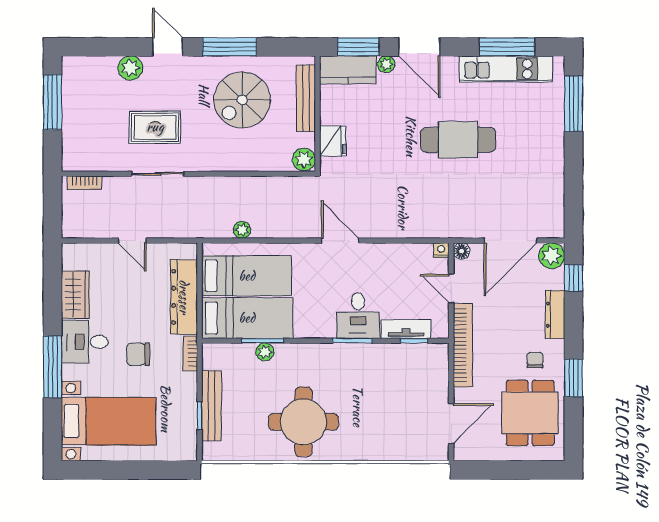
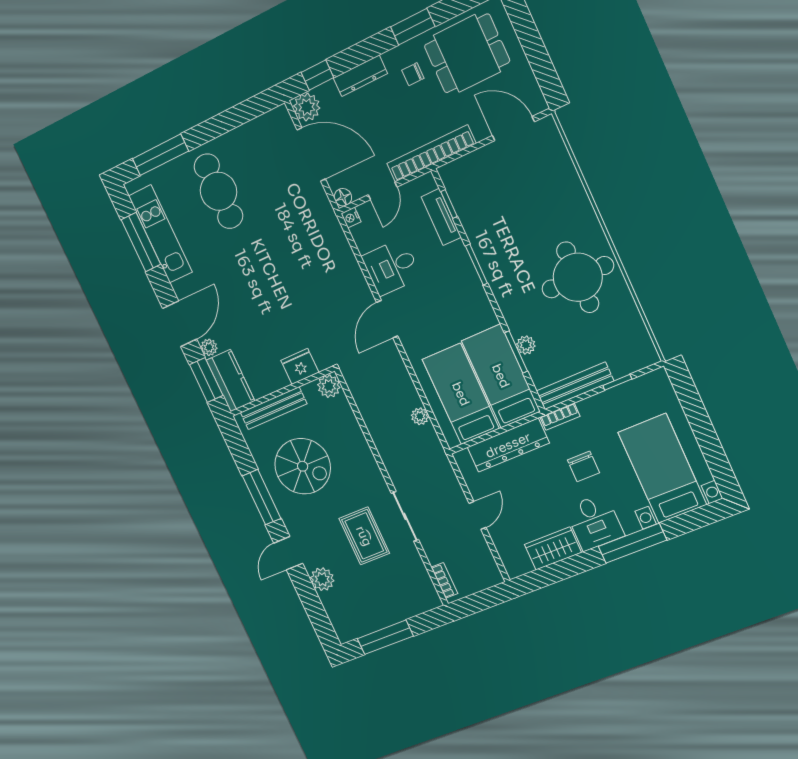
cafe table: (458, 140) -> (218, 191), moved
desk: (358, 316) -> (391, 267), moved, turned 180
bench: (212, 406) -> (575, 386), moved

